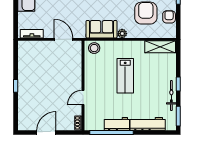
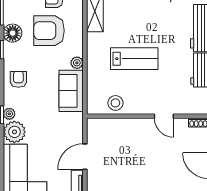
door: (63, 39) -> (85, 157), moved
stool: (94, 48) -> (115, 103), moved

